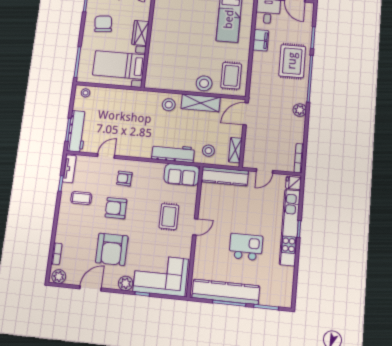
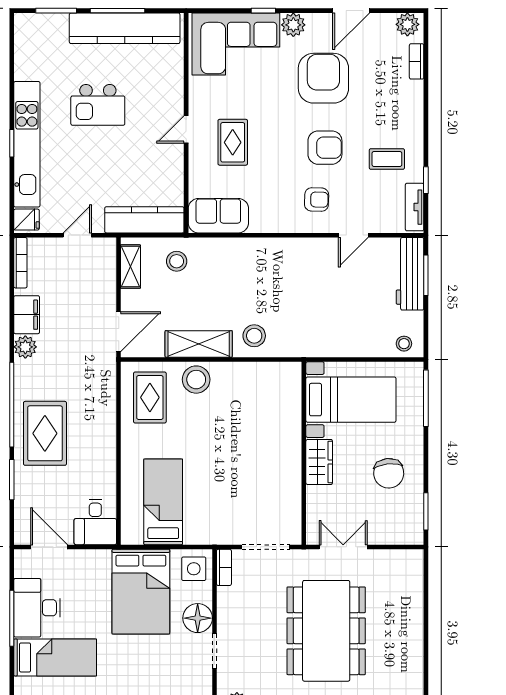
filing cabinet: (261, 40) -> (27, 315), moved, turned 180
workbench: (173, 153) -> (237, 251), removed

